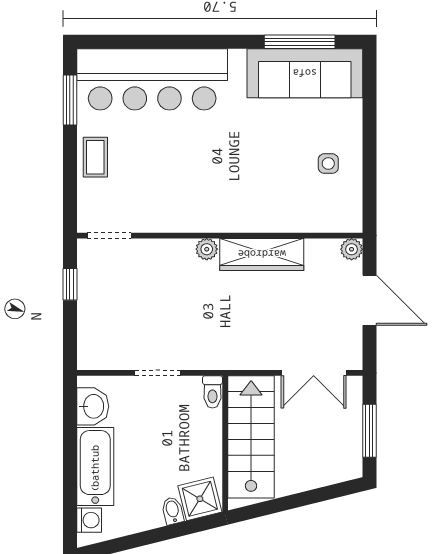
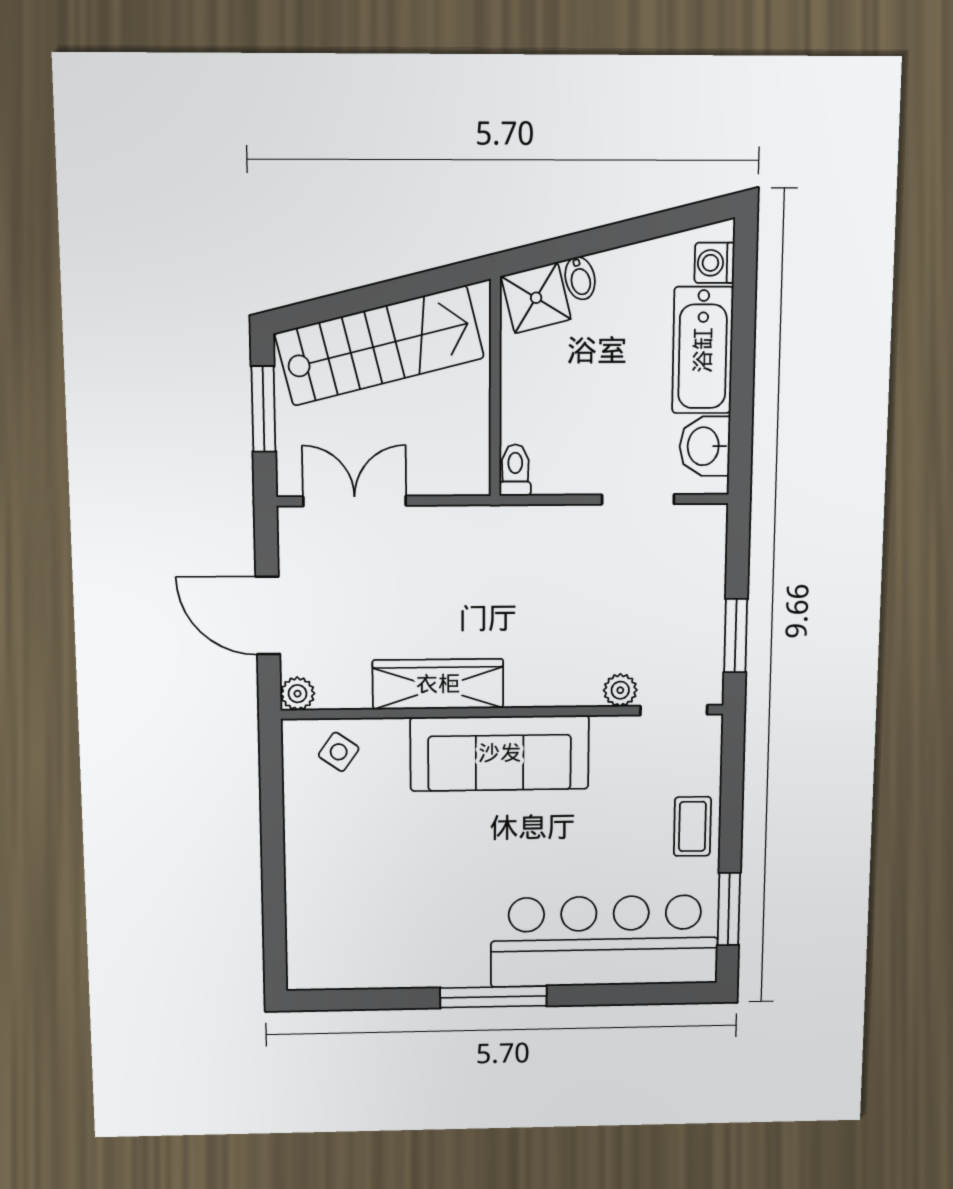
window: (300, 42) -> (493, 997), moved
sofa: (305, 73) -> (500, 753), moved, turned 180
side table: (328, 164) -> (339, 752), moved, turned 35
plant: (207, 249) -> (620, 690), moved
window: (70, 284) -> (736, 636), width x1.50
doorway: (158, 373) -> (638, 499), moved
stairs: (251, 437) -> (380, 346), moved, turned -104

